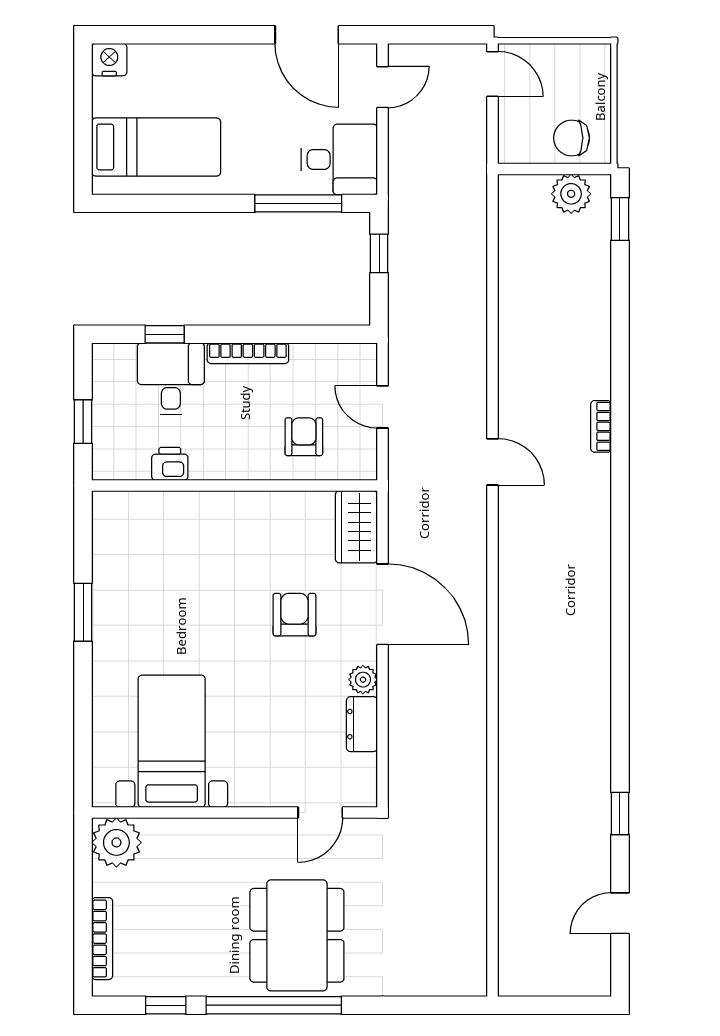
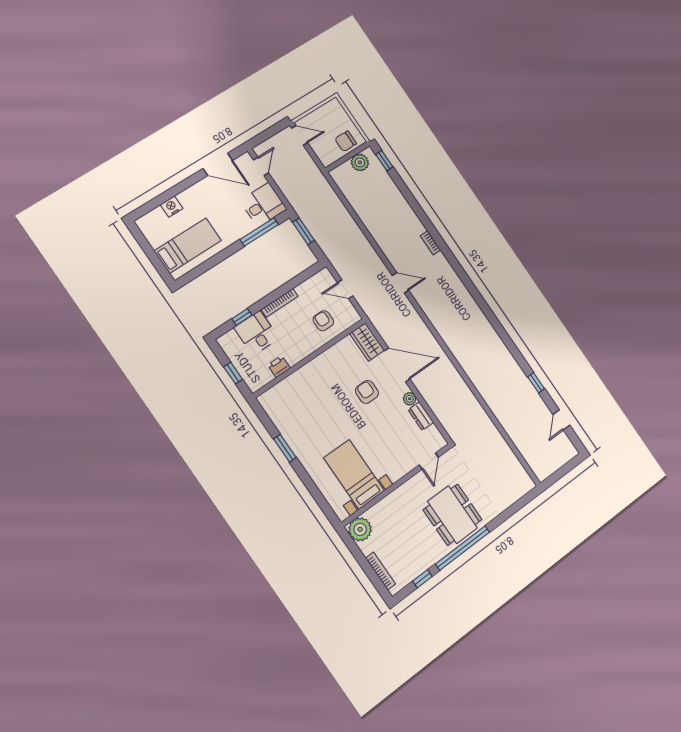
nightstand: (109, 60) -> (172, 207), moved
window: (379, 253) -> (304, 231), width x1.50

